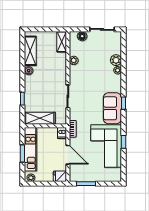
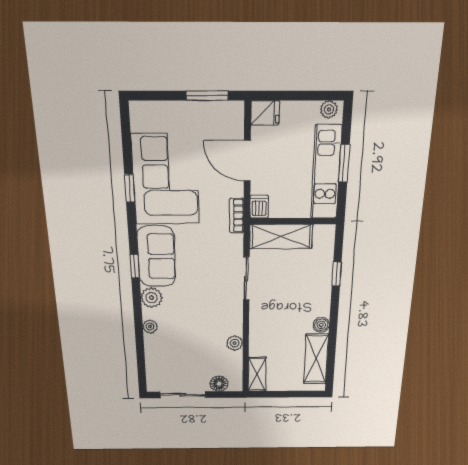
plant: (116, 60) -> (152, 298), moved
shelving: (40, 118) -> (281, 236), moved

